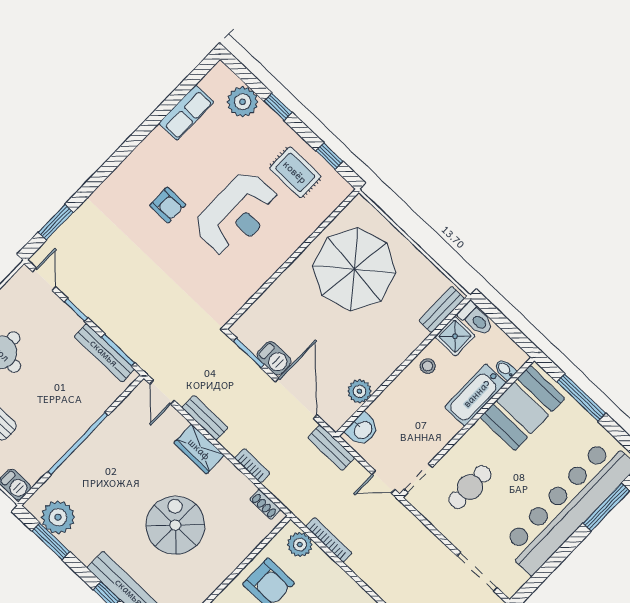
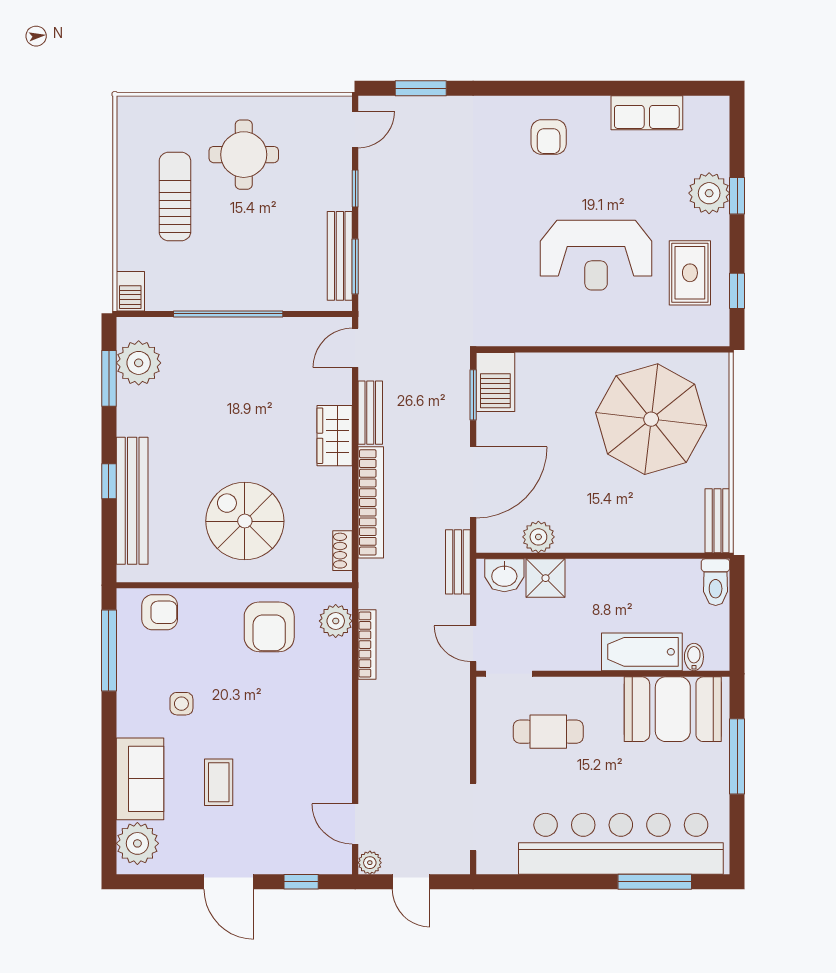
plant: (243, 102) -> (709, 193), moved
armchair: (168, 205) -> (549, 137), moved
bench: (442, 310) -> (717, 521), moved, turned 90
shower: (455, 336) -> (546, 578), moved
barbecue: (274, 358) -> (495, 382), moved, width x1.38, depth x1.27
stool: (428, 366) -> (626, 579), removed
bookcase: (252, 466) -> (371, 502), width x2.31, depth x1.31
spiral stairs: (175, 525) -> (245, 521), moved, turned -90

